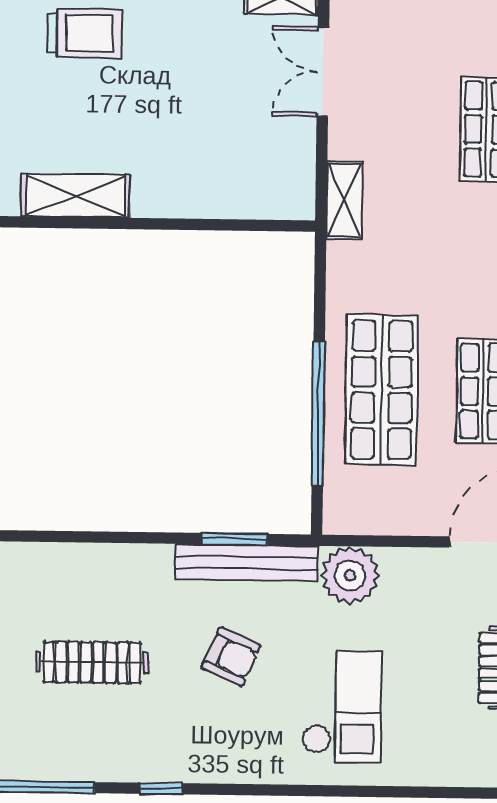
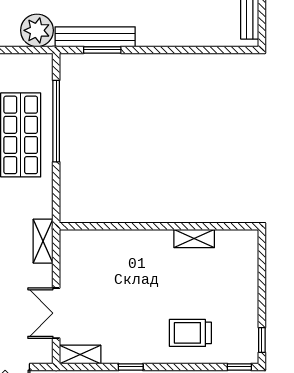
double door: (323, 72) -> (56, 313), swing flipped
shelving: (76, 196) -> (194, 239), width x0.67, depth x0.75

